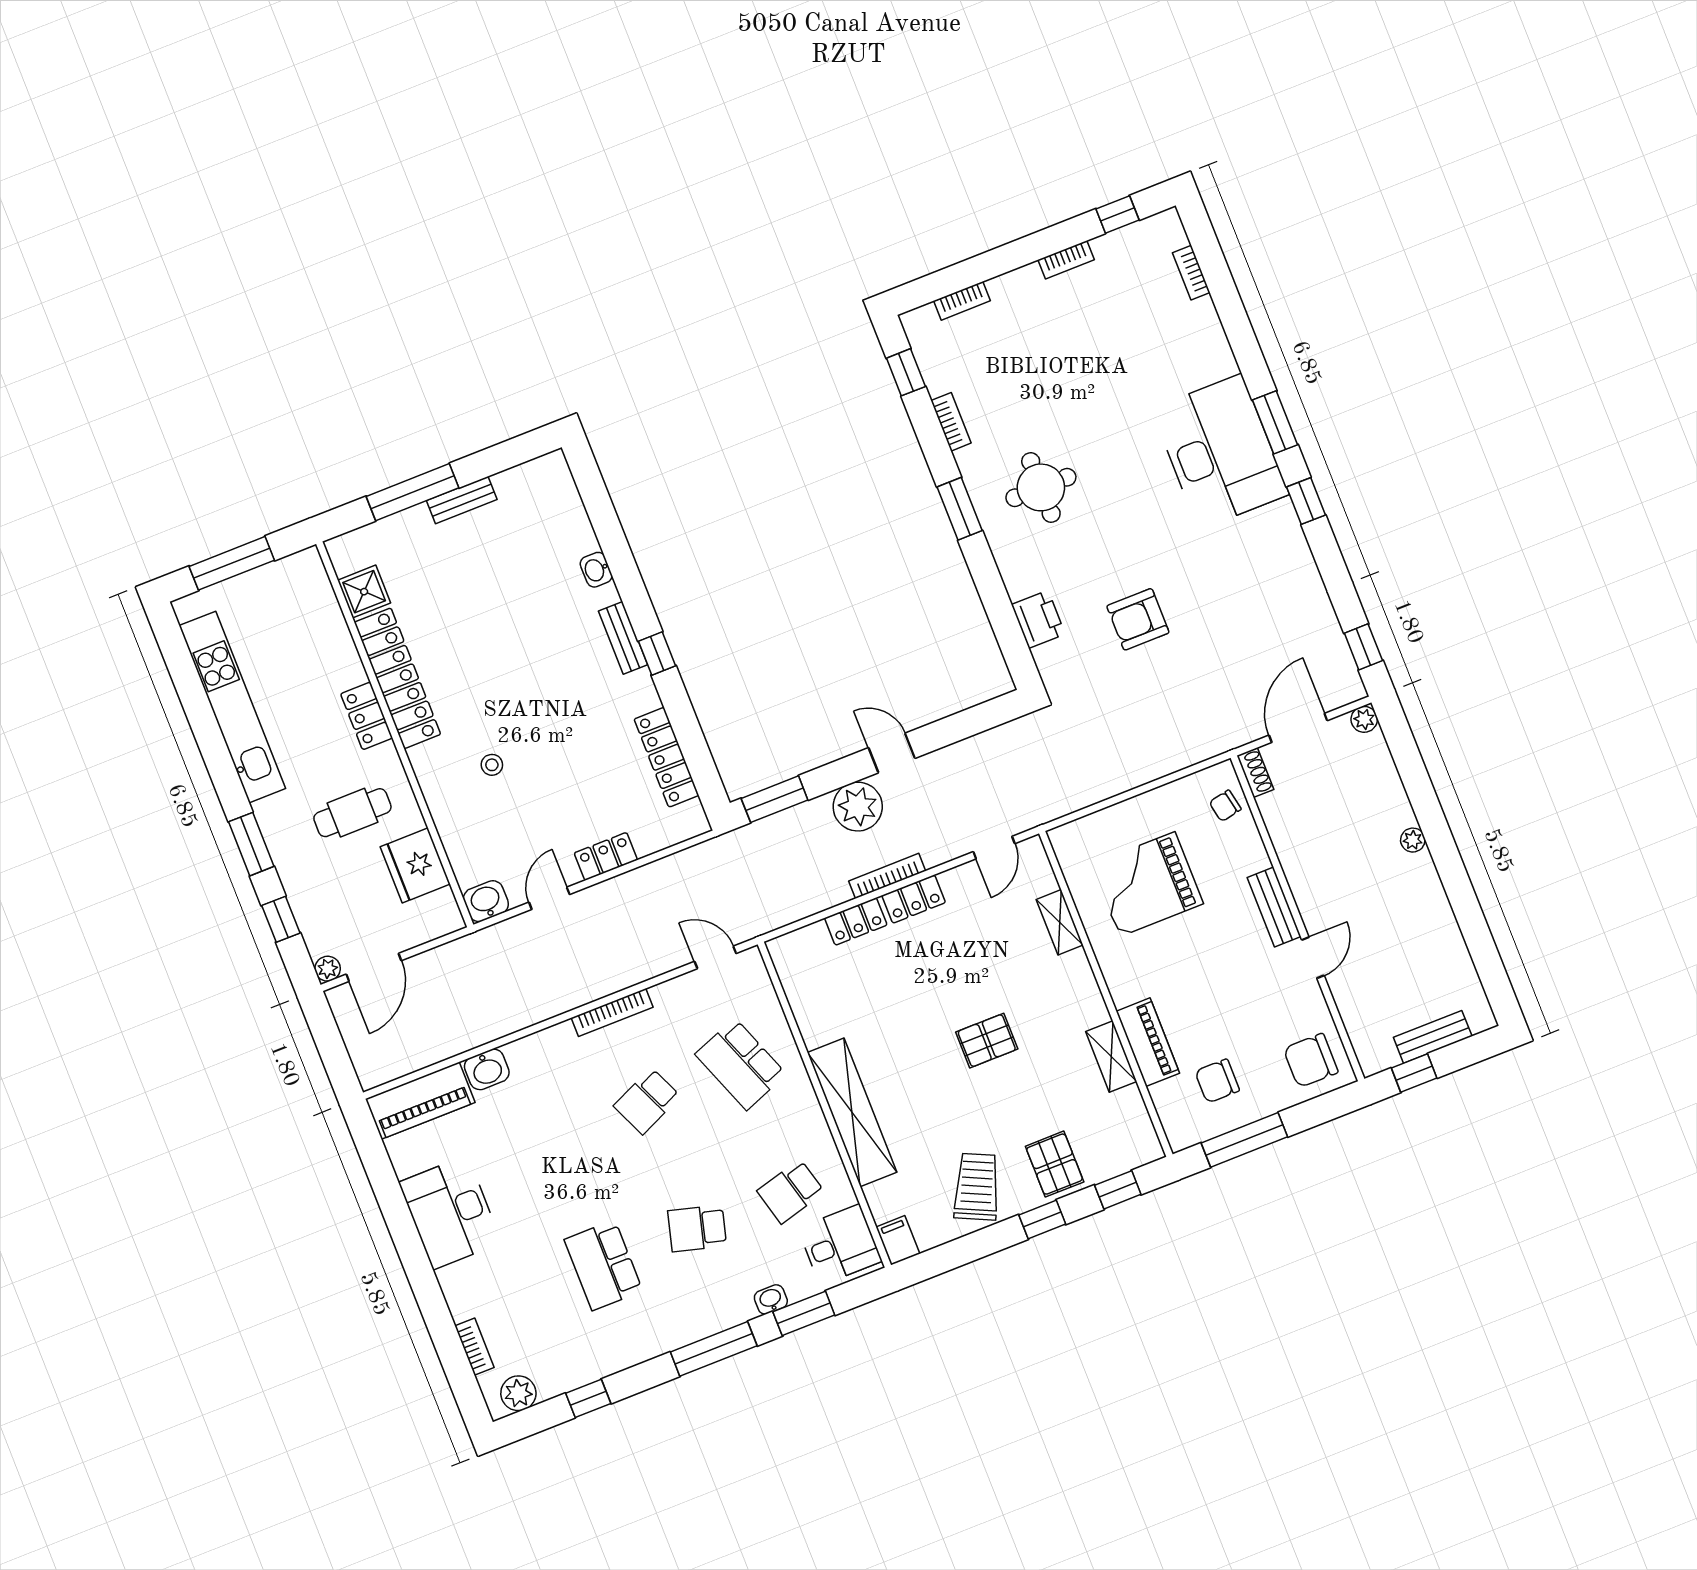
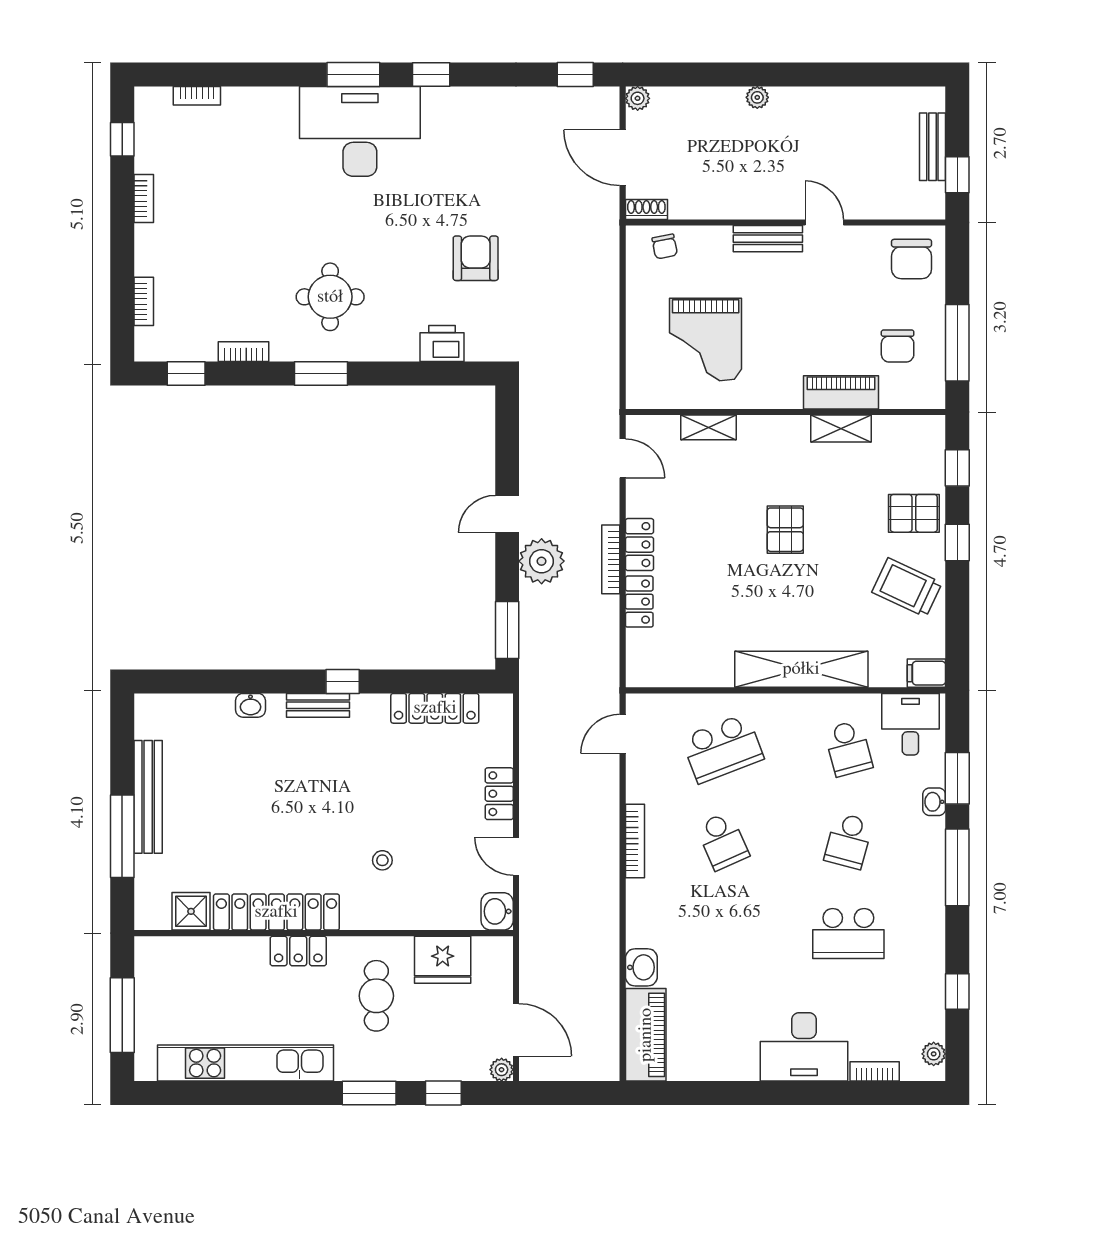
bench: (462, 500) -> (148, 797), width x1.86, depth x1.21
armchair: (1138, 619) -> (476, 258), turned 180
desk: (450, 1213) -> (804, 1047), moved
plant: (518, 1393) -> (934, 1054), width x0.73, depth x0.73

